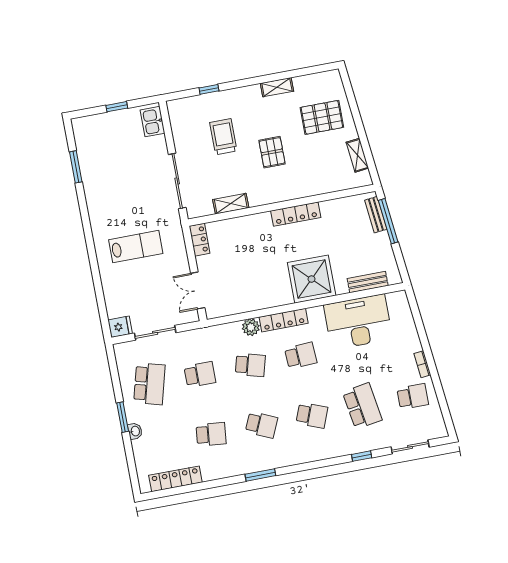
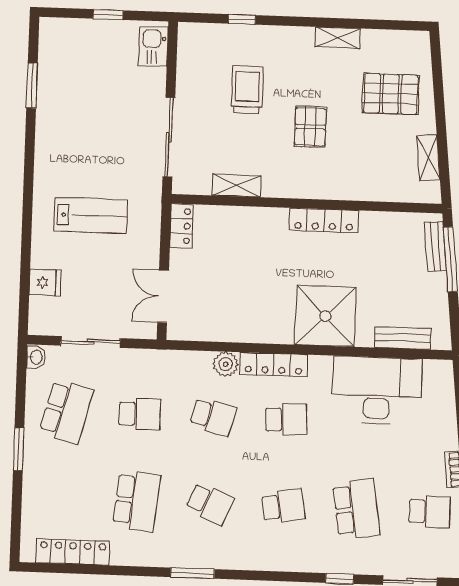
fridge: (120, 327) -> (45, 283), moved
school desk: (312, 415) -> (283, 506), turned -30
washbasin: (135, 431) -> (36, 357), moved
school desk: (211, 434) -> (137, 501), width x1.85

